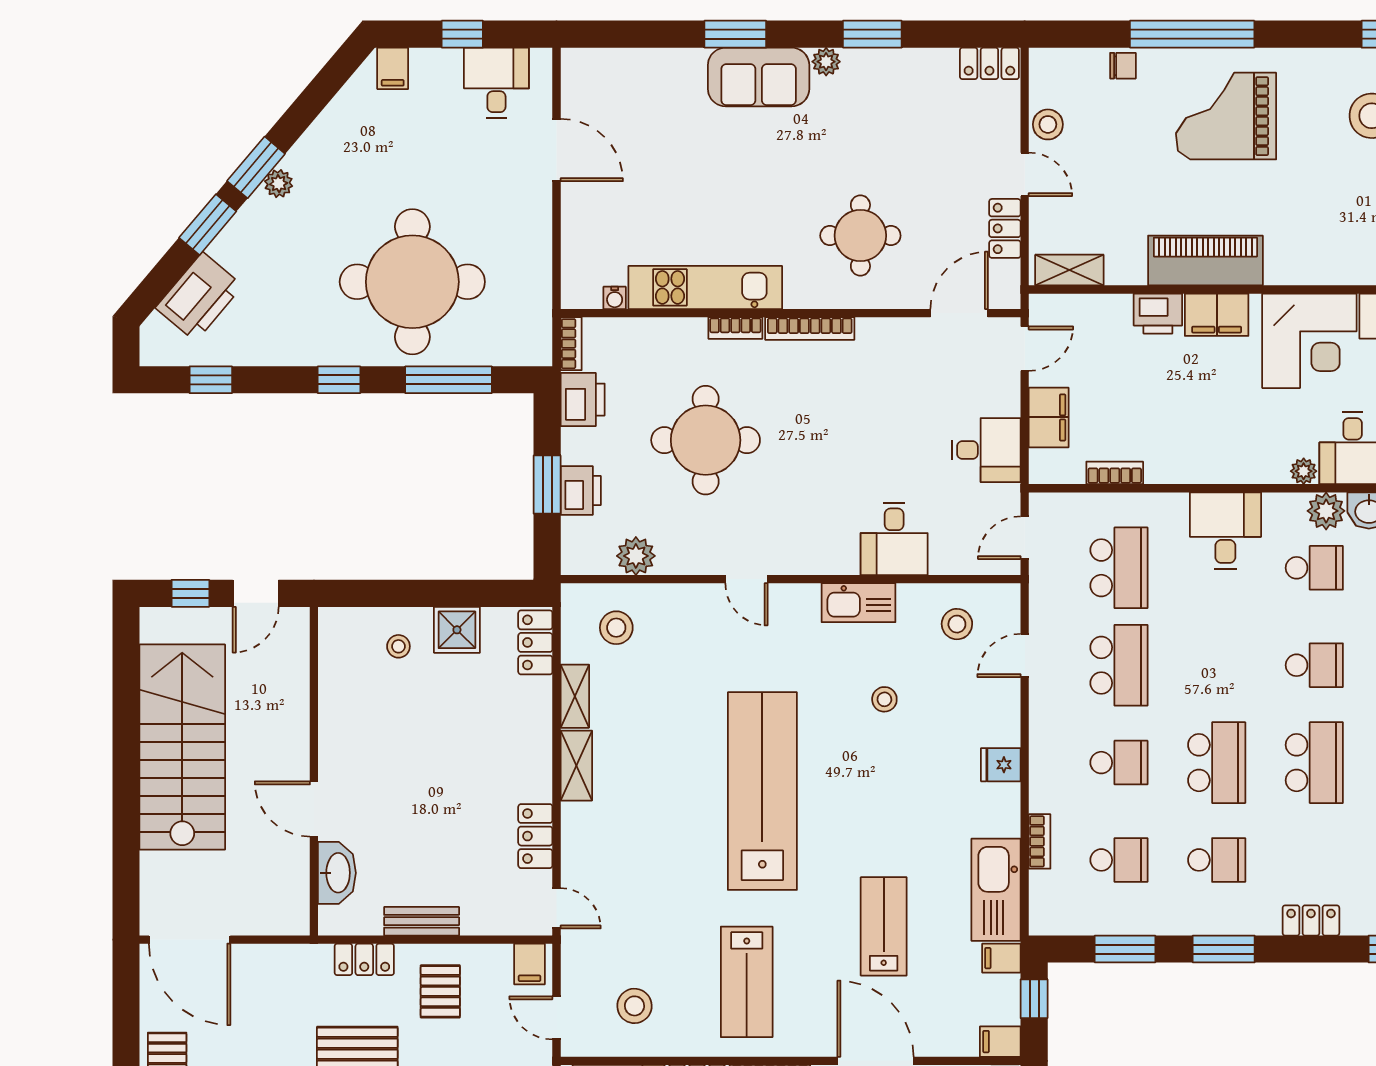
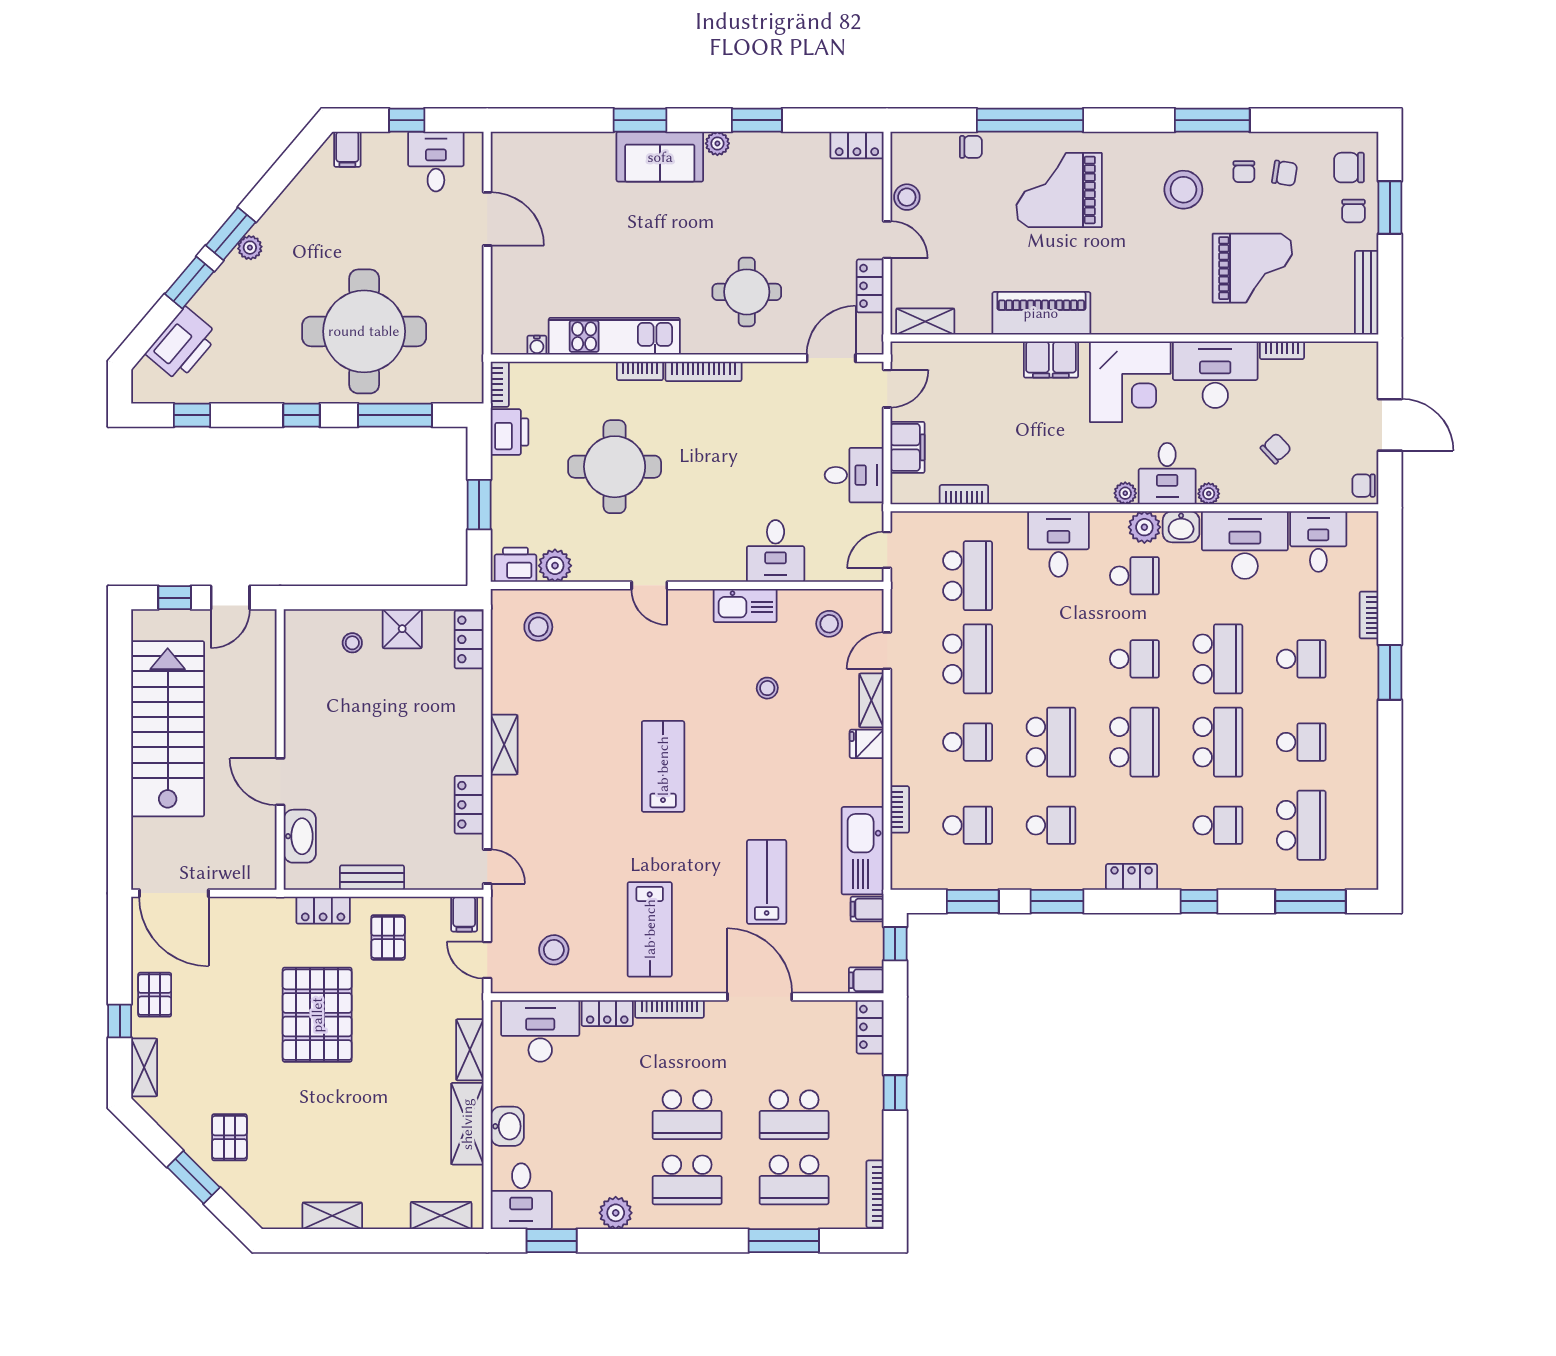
printer: (1158, 314) -> (1001, 359), removed
printer: (581, 491) -> (515, 565), moved, turned -90
shelving: (575, 696) -> (871, 700), moved
lab bench: (762, 791) -> (663, 766), width x0.54, depth x0.72

